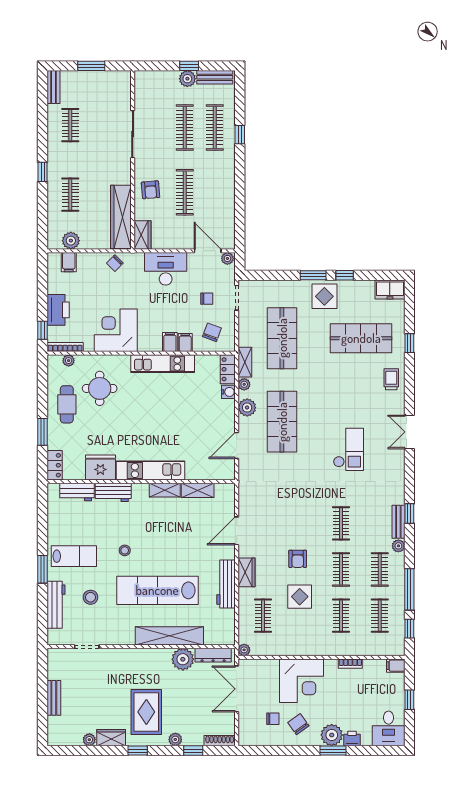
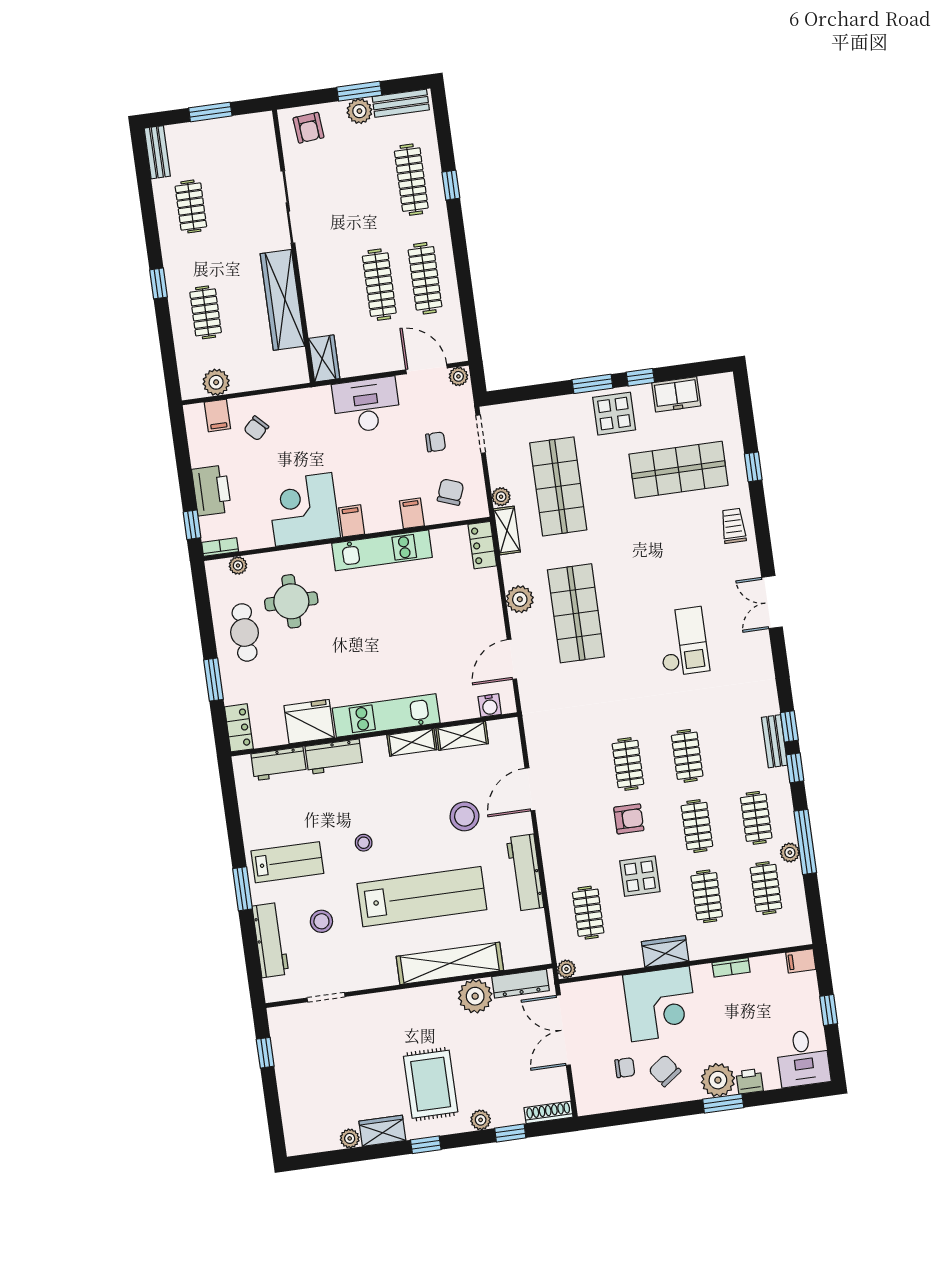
window: (189, 66) -> (359, 91), width x1.50
clothes rail: (185, 127) -> (425, 278), moved
armchair: (151, 190) -> (309, 128), moved
wardrobe: (121, 217) -> (282, 300), moved
chair: (115, 263) -> (256, 428), moved
freezer: (390, 289) -> (676, 394), moved
filing cabinet: (170, 342) -> (352, 521), moved
bookcase: (65, 347) -> (220, 547), width x0.64
plant: (244, 384) -> (501, 497), moved
water cooler: (228, 392) -> (490, 705), moved, turned 90
clothes rail: (302, 523) -> (628, 764), added
stool: (192, 542) -> (464, 816), added
plant: (398, 546) -> (790, 853), moved
armchair: (298, 559) -> (629, 819), turned -90
wardrobe: (247, 572) -> (665, 951), moved, turned -90
lab bench: (157, 590) -> (422, 897), turned 180
window: (409, 629) -> (795, 768), moved
window: (43, 677) -> (265, 1053), added
bench: (54, 698) -> (287, 1082), removed

